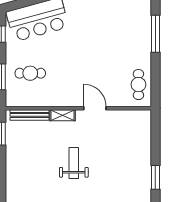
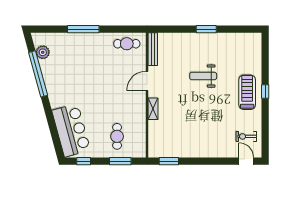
bench: (29, 115) -> (153, 49), moved
weight bench: (74, 163) -> (203, 76), moved

